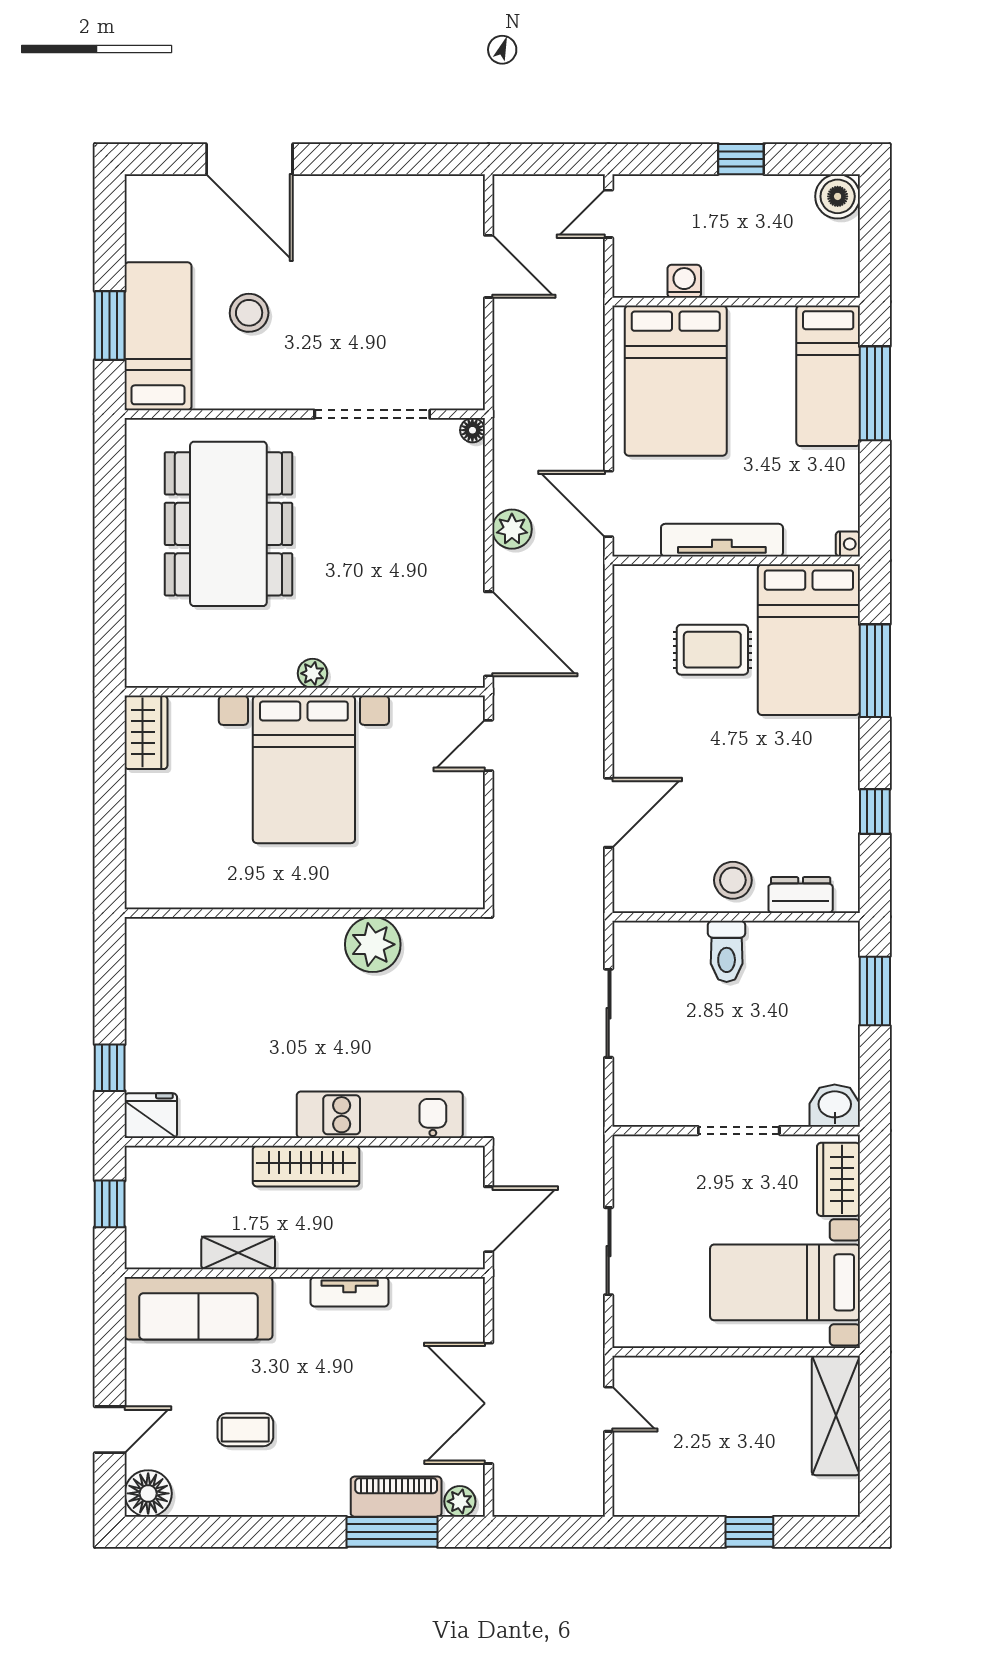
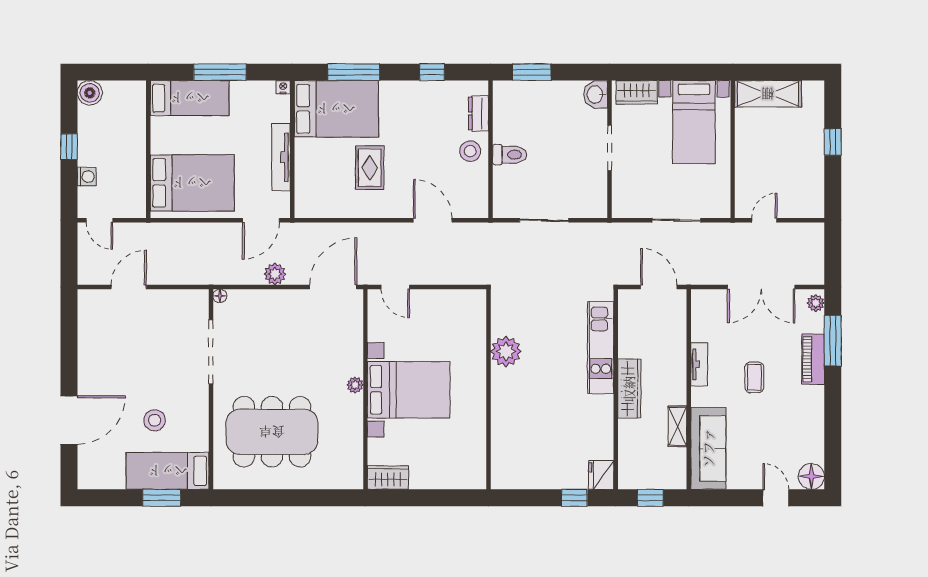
washing machine: (684, 281) -> (87, 177), moved, turned 180
window: (875, 393) -> (220, 72), moved
rug: (712, 650) -> (370, 168), moved
coffee table: (245, 1430) -> (754, 377), moved
piano: (396, 1497) -> (813, 359), moved

